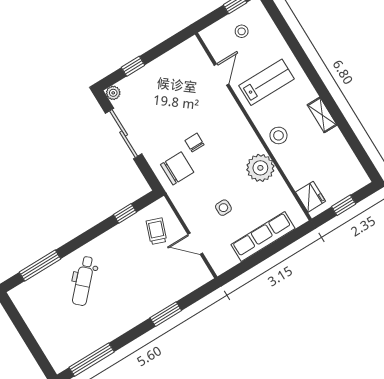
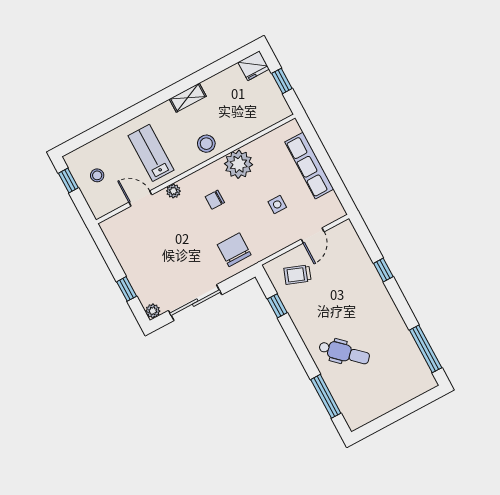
plant: (231, 106) -> (173, 191), added
chair: (195, 143) -> (215, 200), moved
fridge: (311, 197) -> (254, 66), moved, turned 180
window: (166, 314) -> (383, 270), width x0.67

